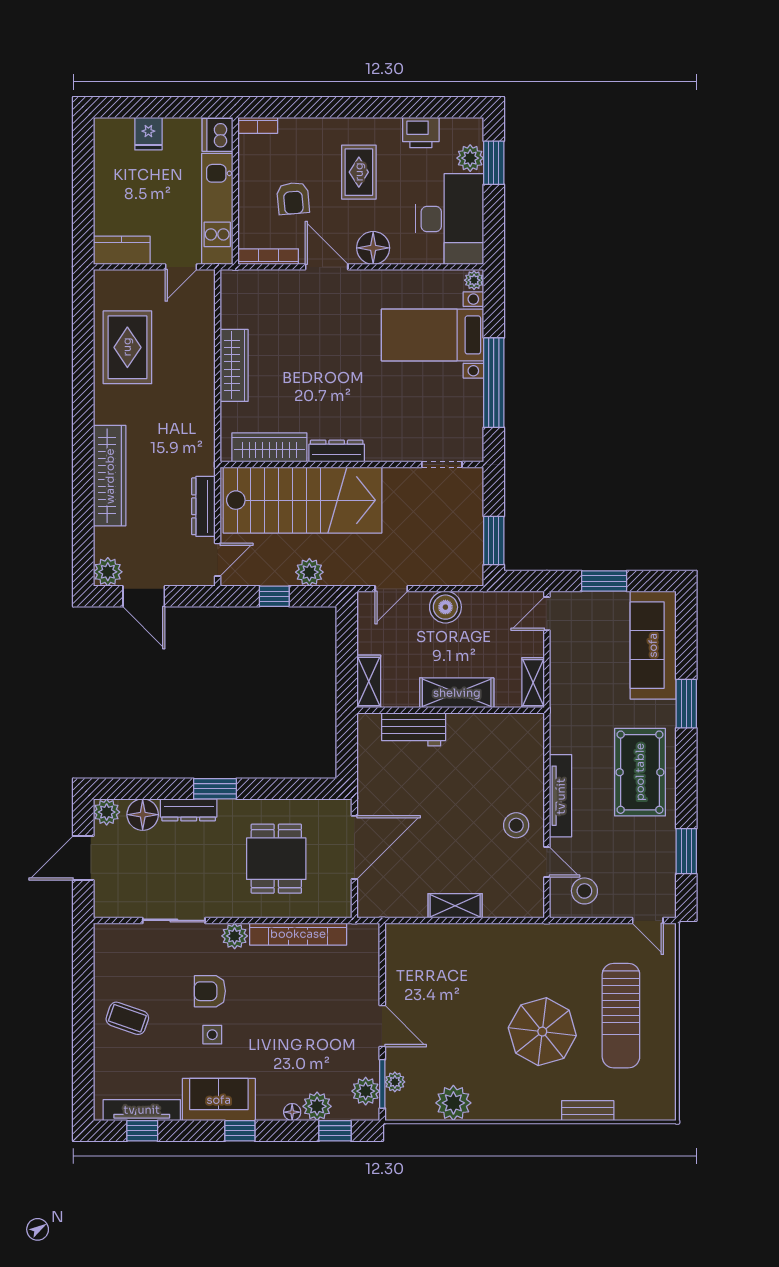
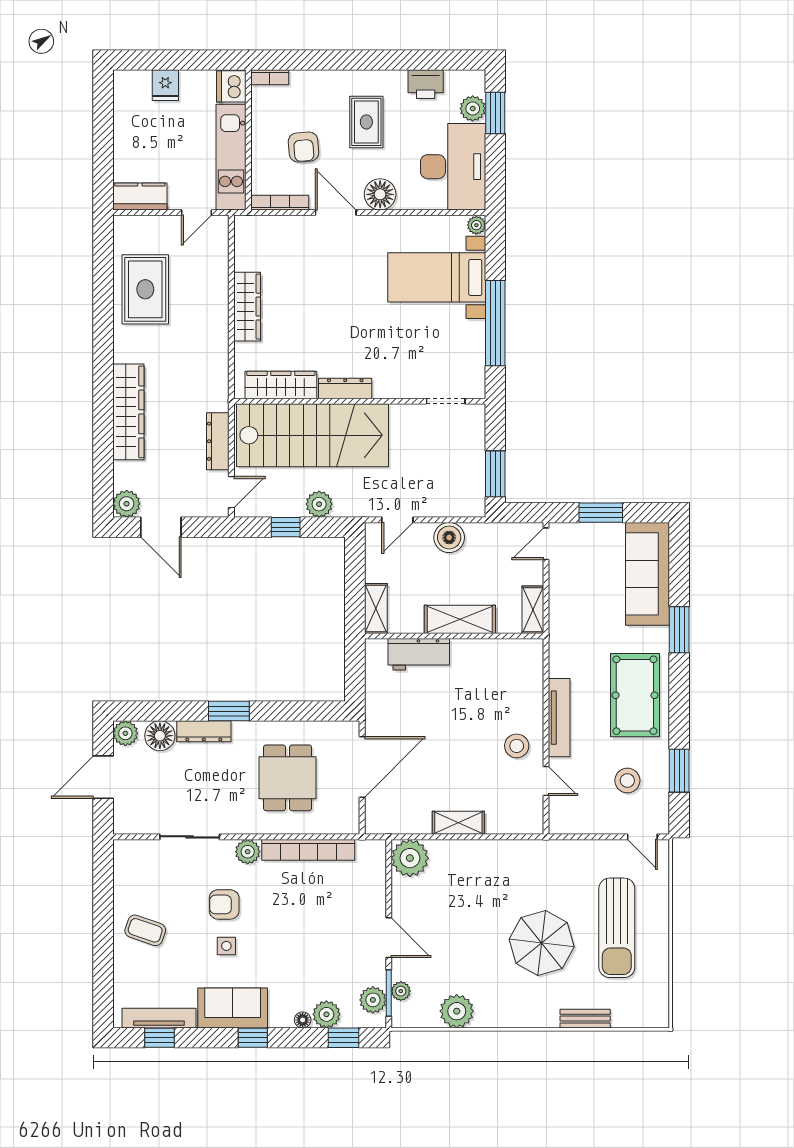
stool: (584, 891) -> (627, 781), moved
plant: (404, 943) -> (410, 858), added

